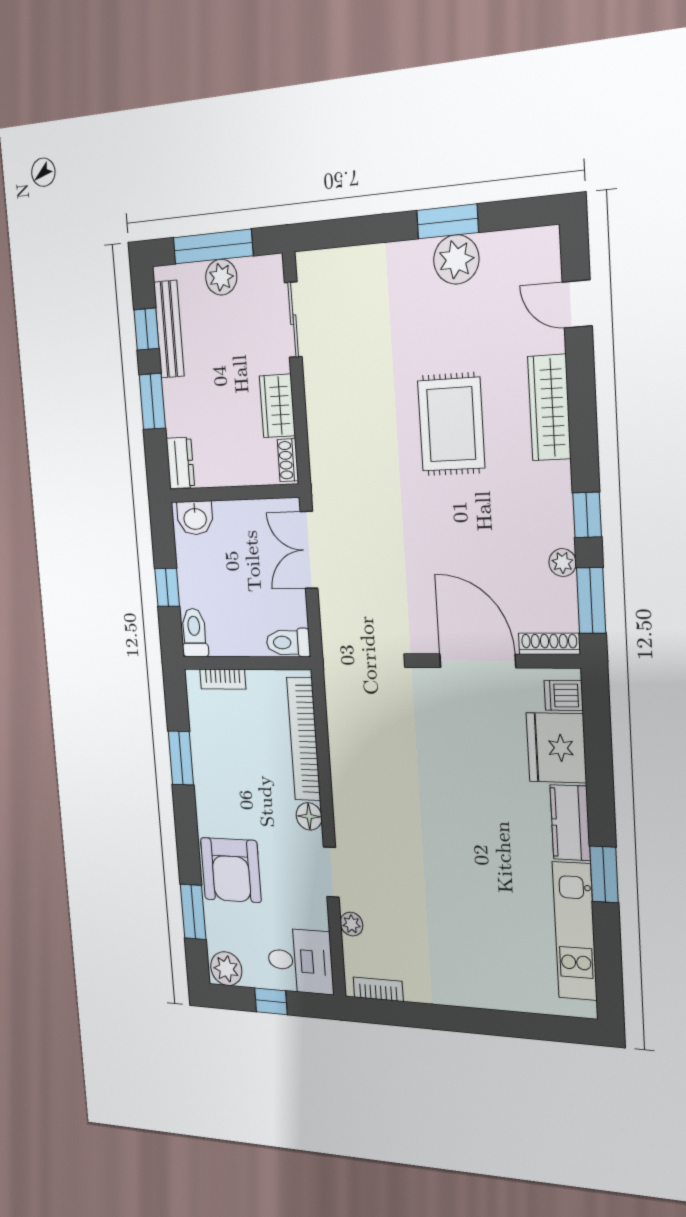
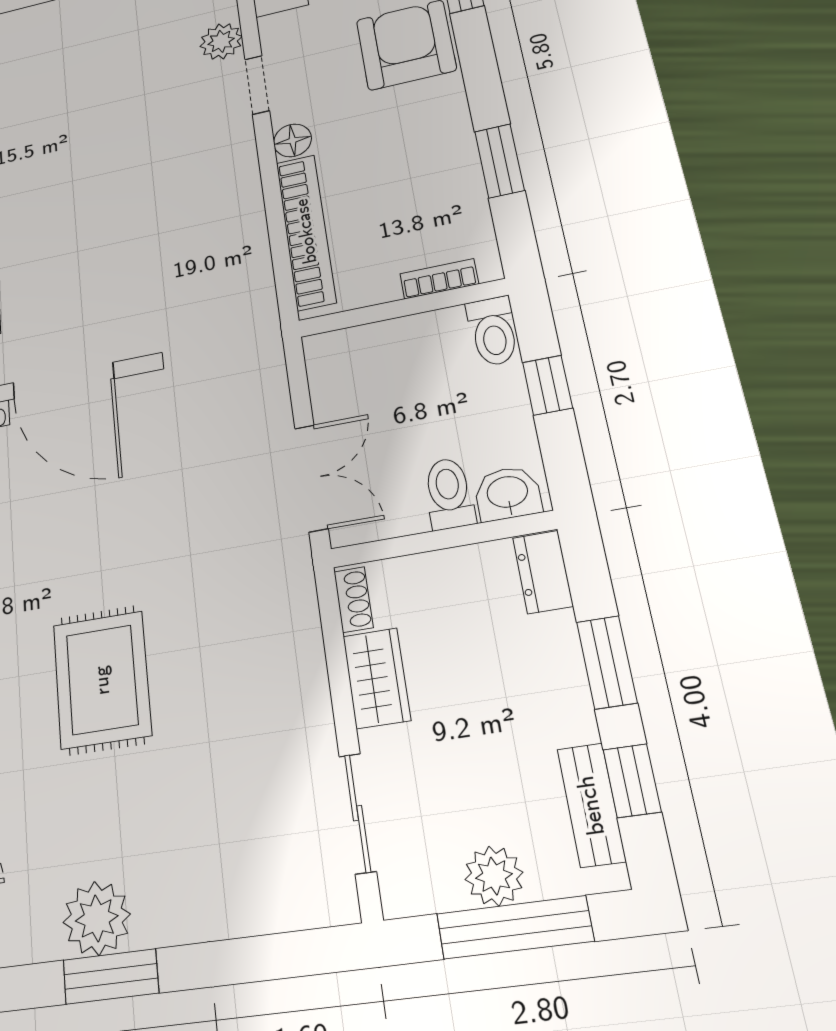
bench: (169, 329) -> (591, 805), width x0.73
toilet: (288, 643) -> (449, 493), moved, turned -90
plant: (352, 924) -> (221, 41), width x1.38, depth x1.38

